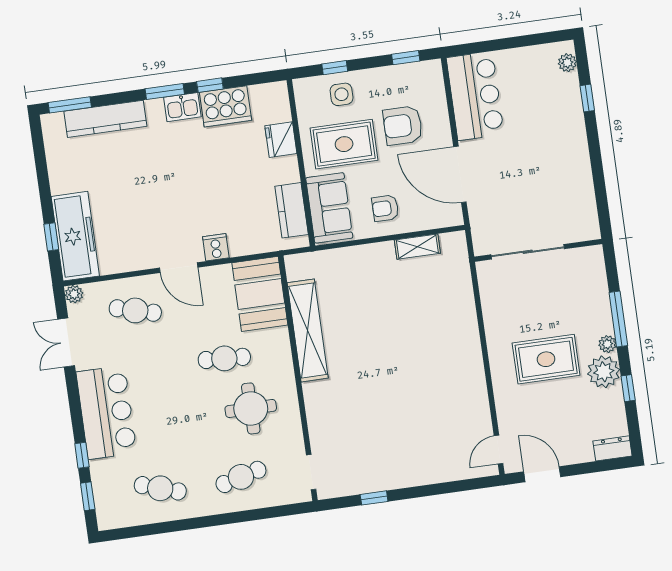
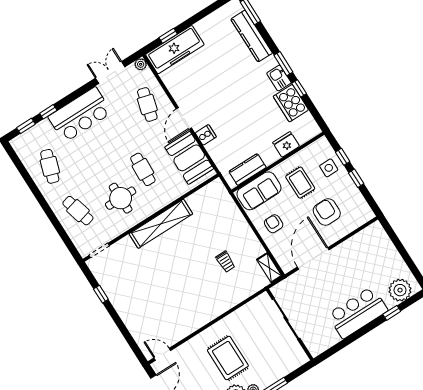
window: (406, 58) -> (356, 178), moved
plant: (567, 63) -> (400, 290), width x1.88, depth x1.88
bar counter: (475, 96) -> (358, 312), moved, turned 180
rug: (344, 144) -> (300, 183), width x0.73, depth x0.70
shelving: (417, 247) -> (269, 268), moved
booth: (260, 294) -> (189, 158), moved, turned 90
trolley: (408, 301) -> (226, 262), added
shelving: (308, 330) -> (161, 224), moved

